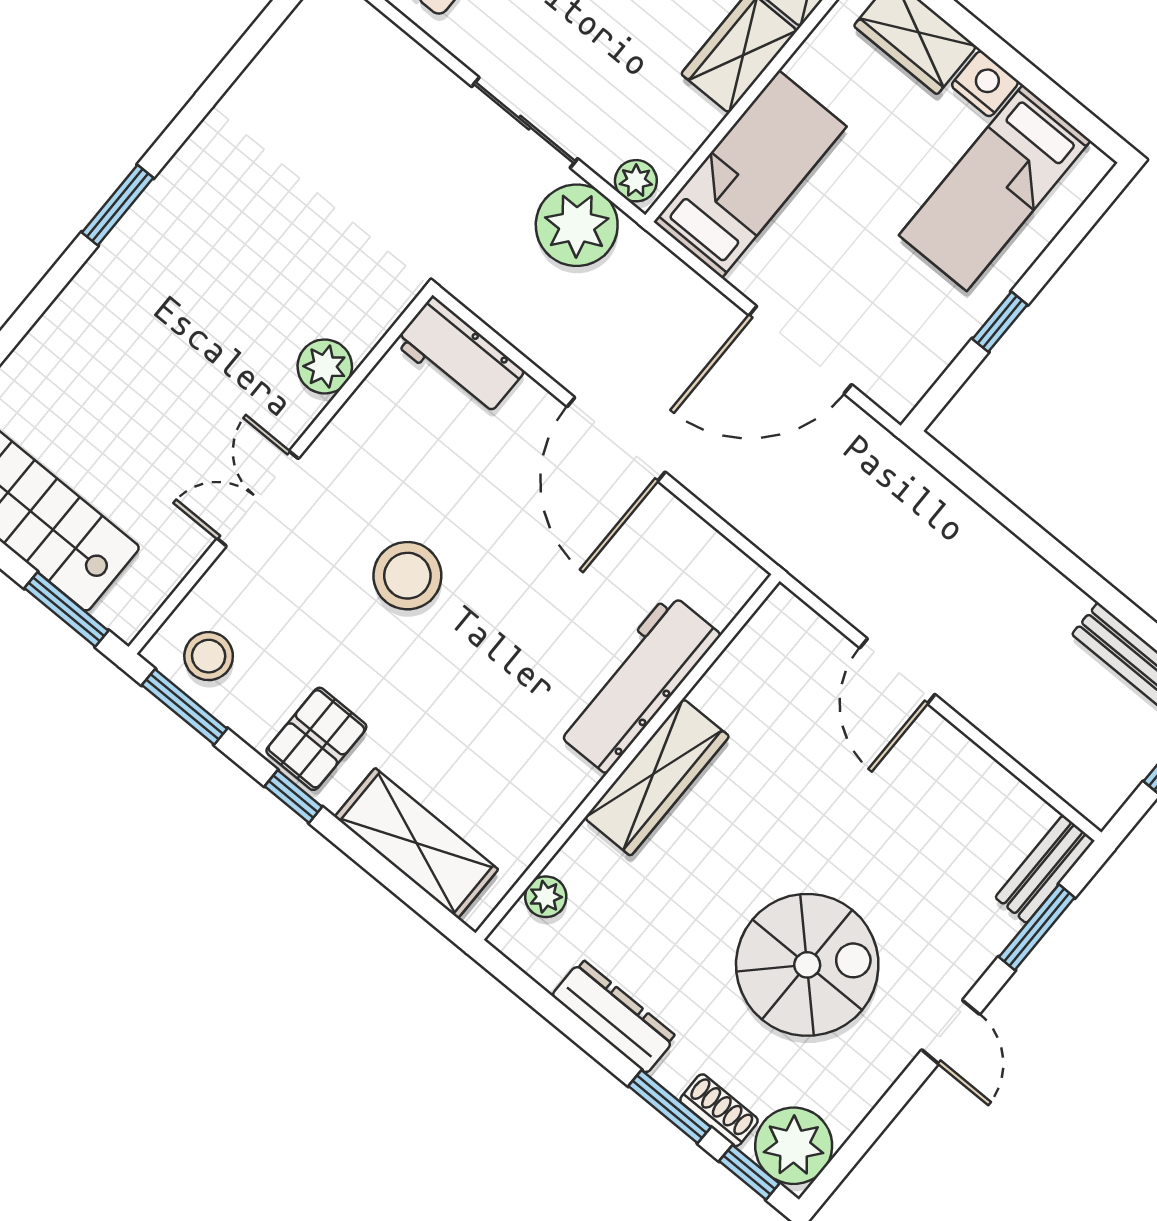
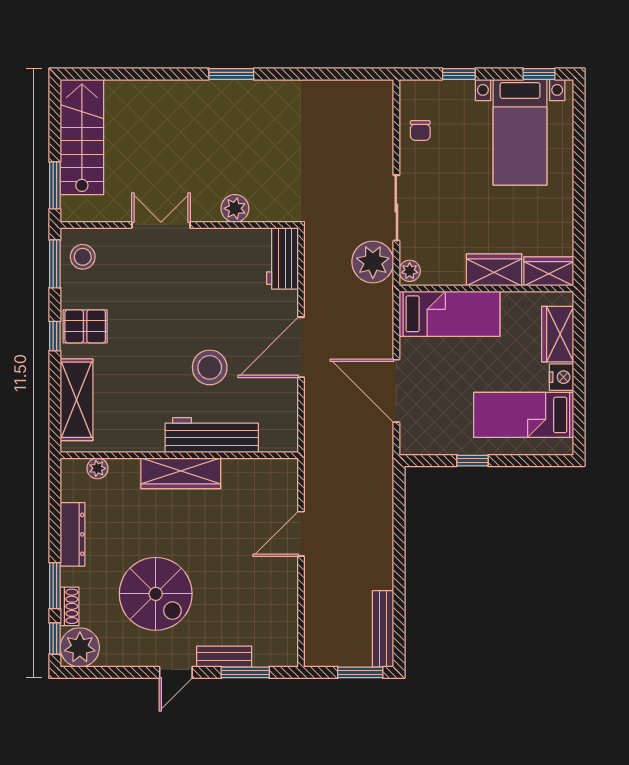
stool: (407, 576) -> (210, 367), moved
bench: (1045, 869) -> (224, 657), moved

